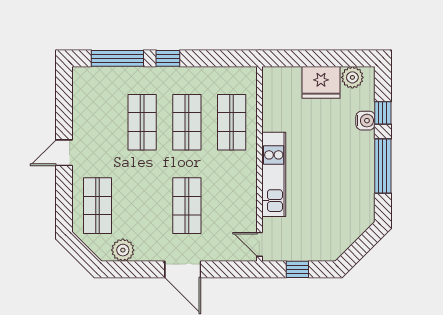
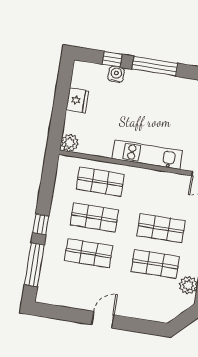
plant: (352, 77) -> (70, 143), moved
fridge: (321, 82) -> (77, 100), width x0.73, depth x0.75
door: (64, 153) -> (103, 320), swing flipped
shop shelf: (97, 206) -> (155, 264), moved

